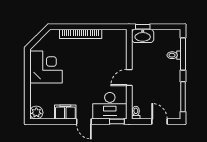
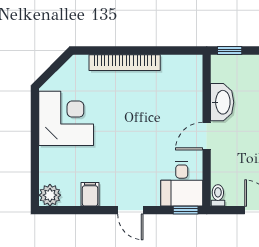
washbasin: (143, 36) -> (222, 102), moved, turned -90
desk: (110, 106) -> (182, 184), width x0.73
filing cabinet: (65, 112) -> (90, 194), width x0.50

